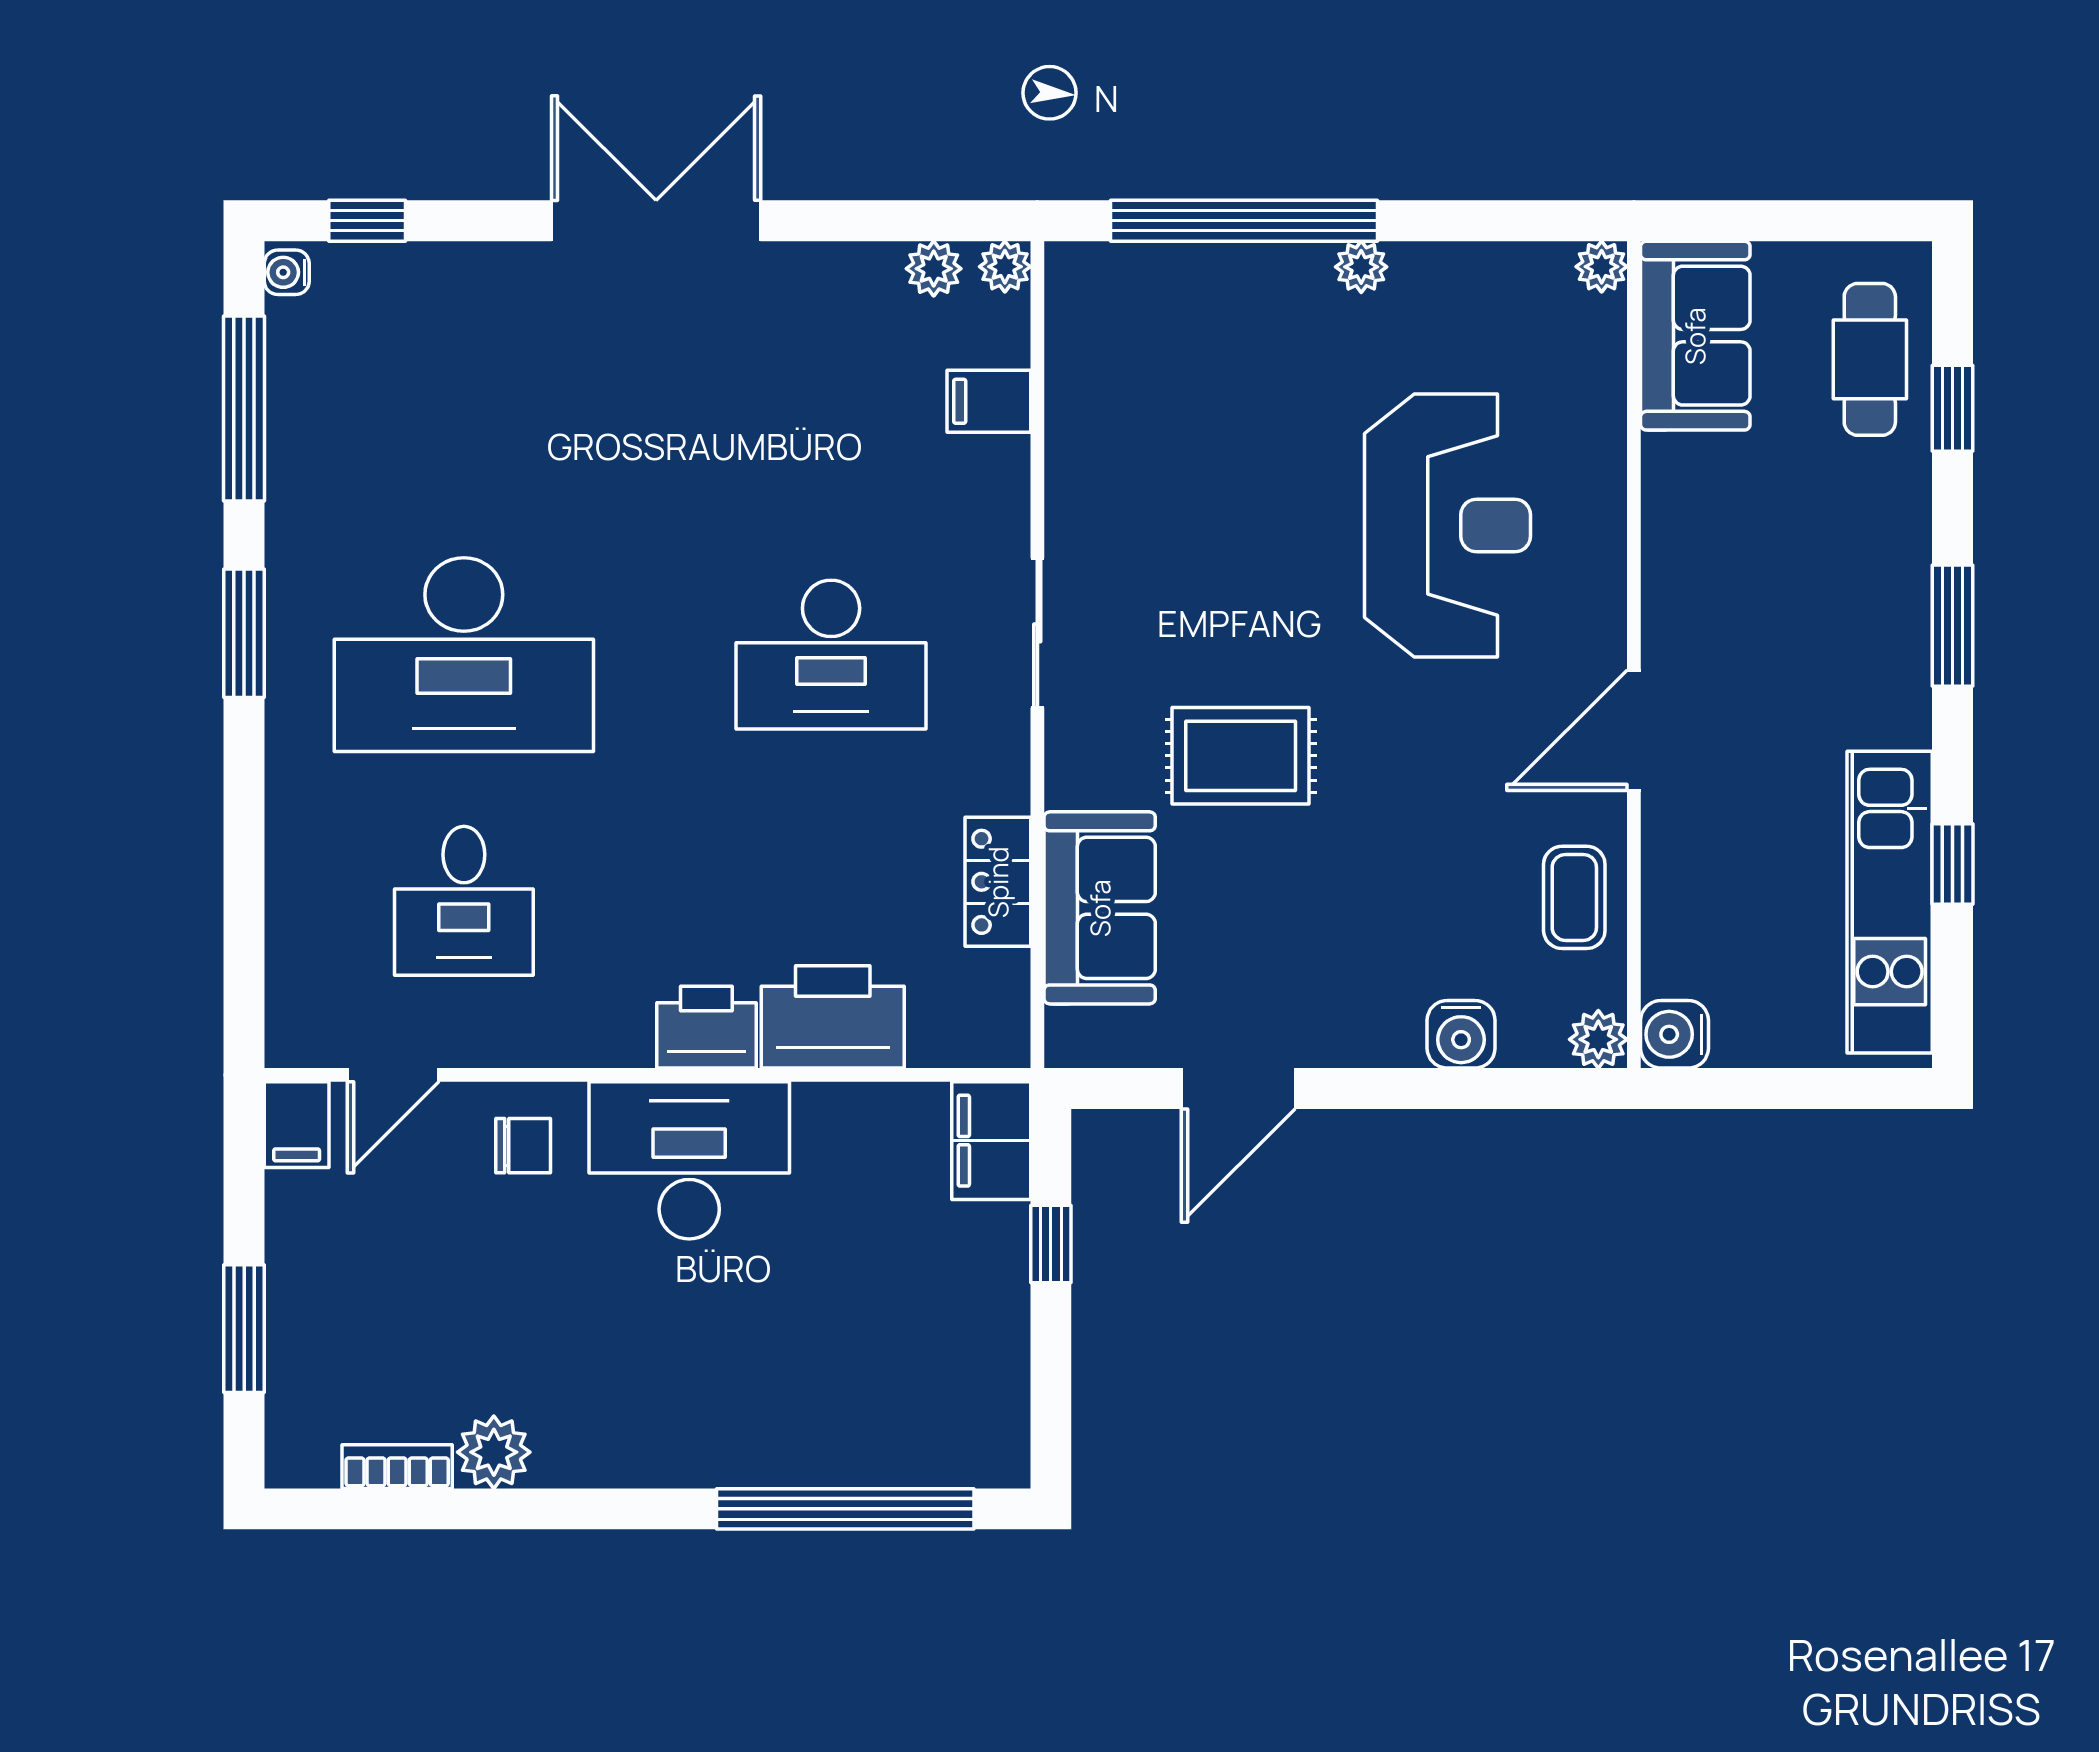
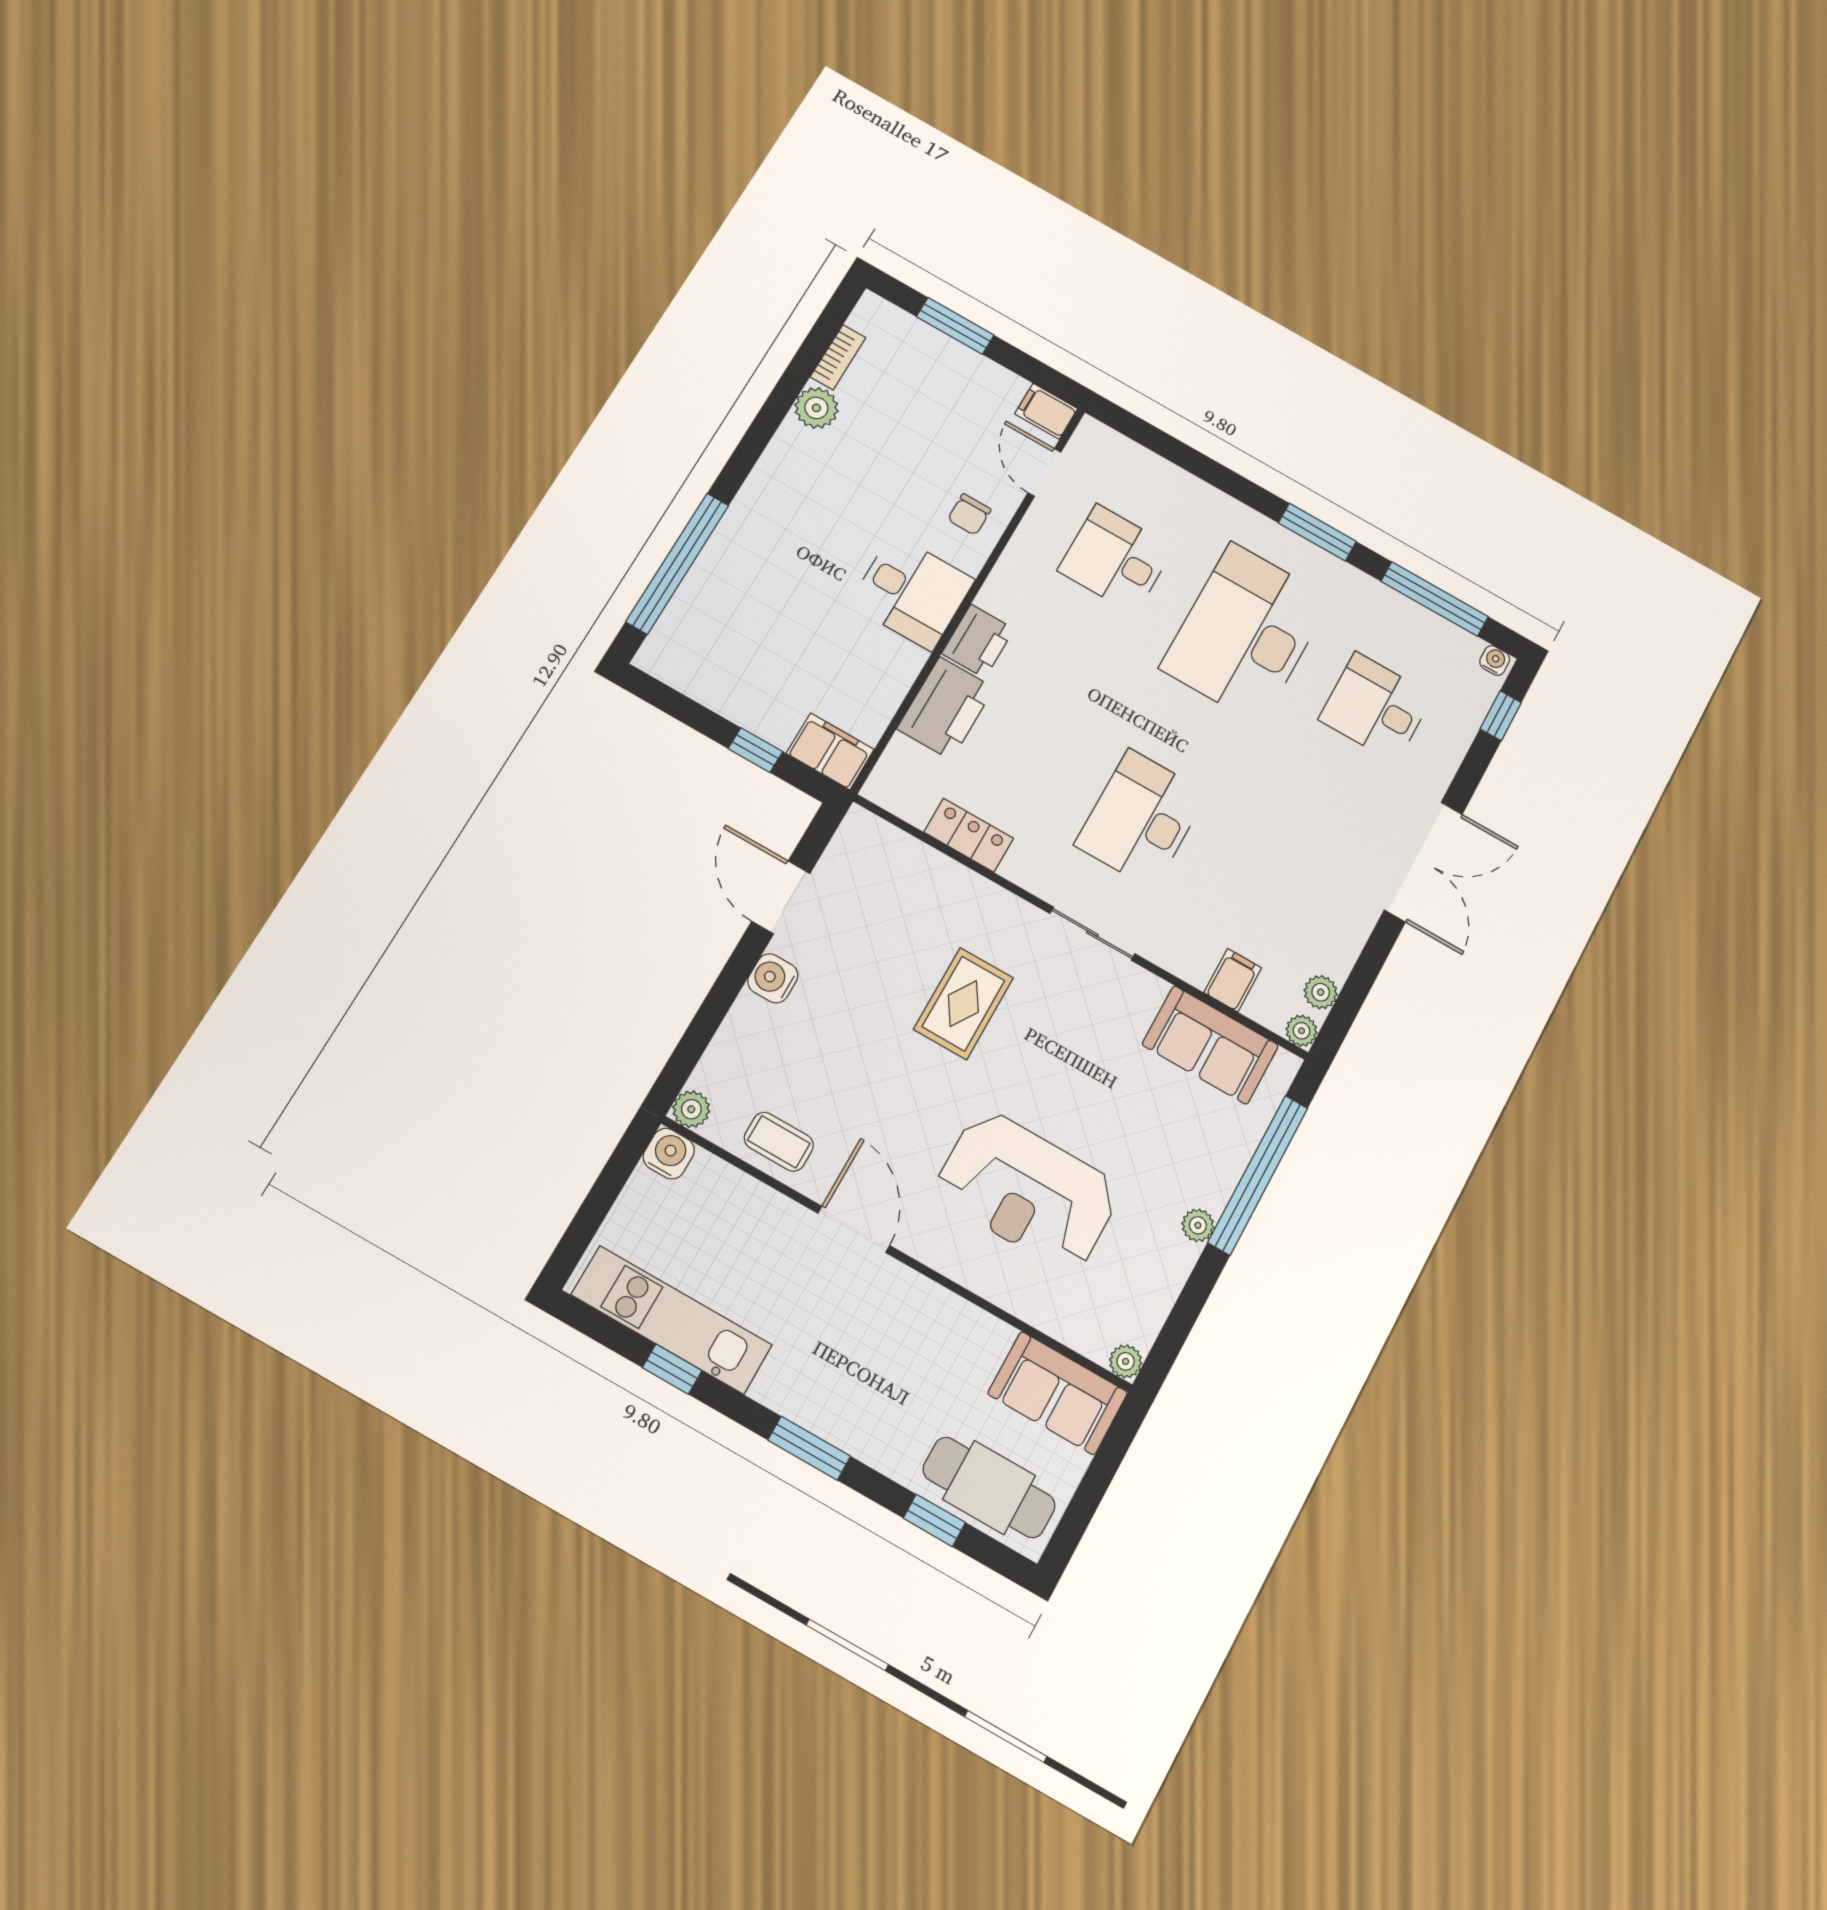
cafe table: (1870, 359) -> (989, 1487), width x1.37, depth x1.35
desk: (464, 408) -> (1376, 707), added
sofa: (1100, 908) -> (1210, 1045), moved
water cooler: (1461, 1034) -> (773, 978), moved
desk: (689, 1160) -> (912, 592), width x0.73

